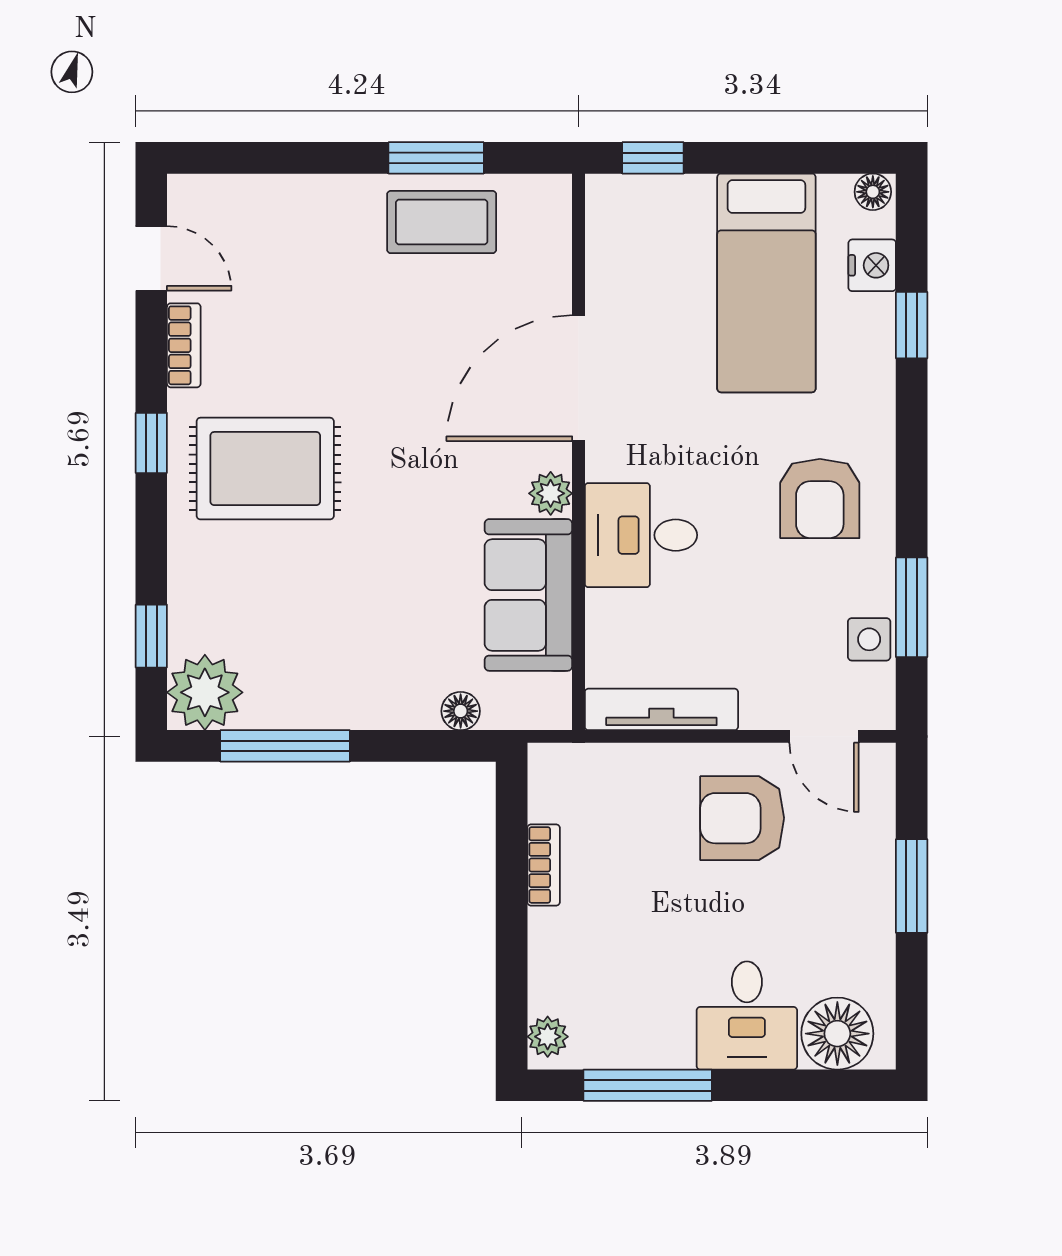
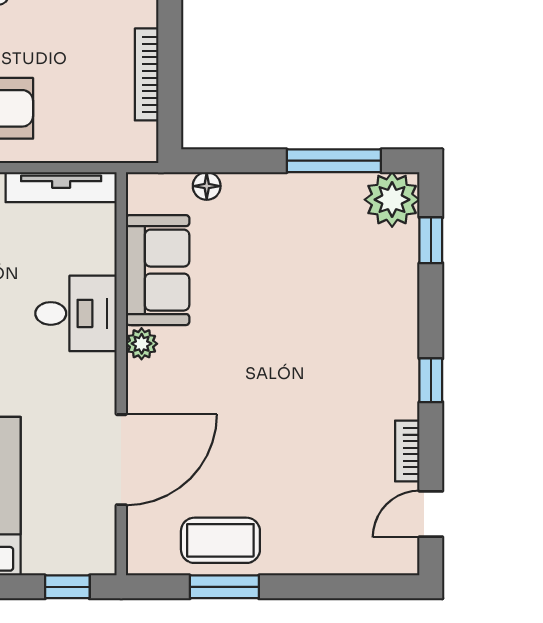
door: (151, 258) -> (431, 514), hinge flipped
door: (578, 378) -> (121, 460), moved
rug: (265, 469) -> (348, 362), removed
bookcase: (544, 865) -> (147, 74), width x1.56

